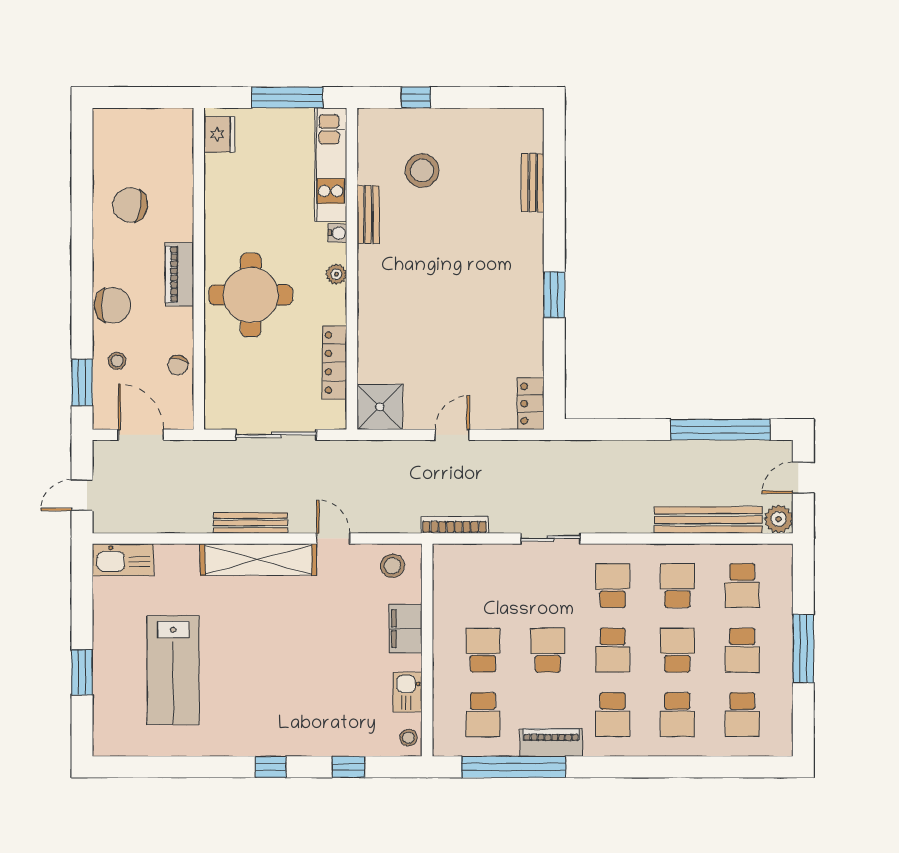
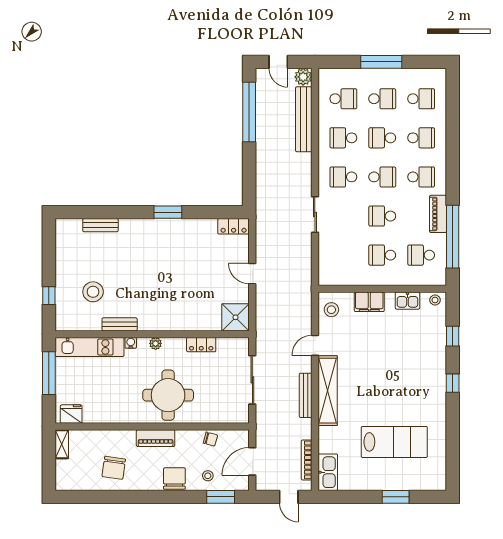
shelving: (169, 119) -> (62, 444), added
locker: (335, 363) -> (201, 345), width x0.66
bookcase: (455, 525) -> (307, 460), moved
school desk: (483, 715) -> (421, 255), turned 180

